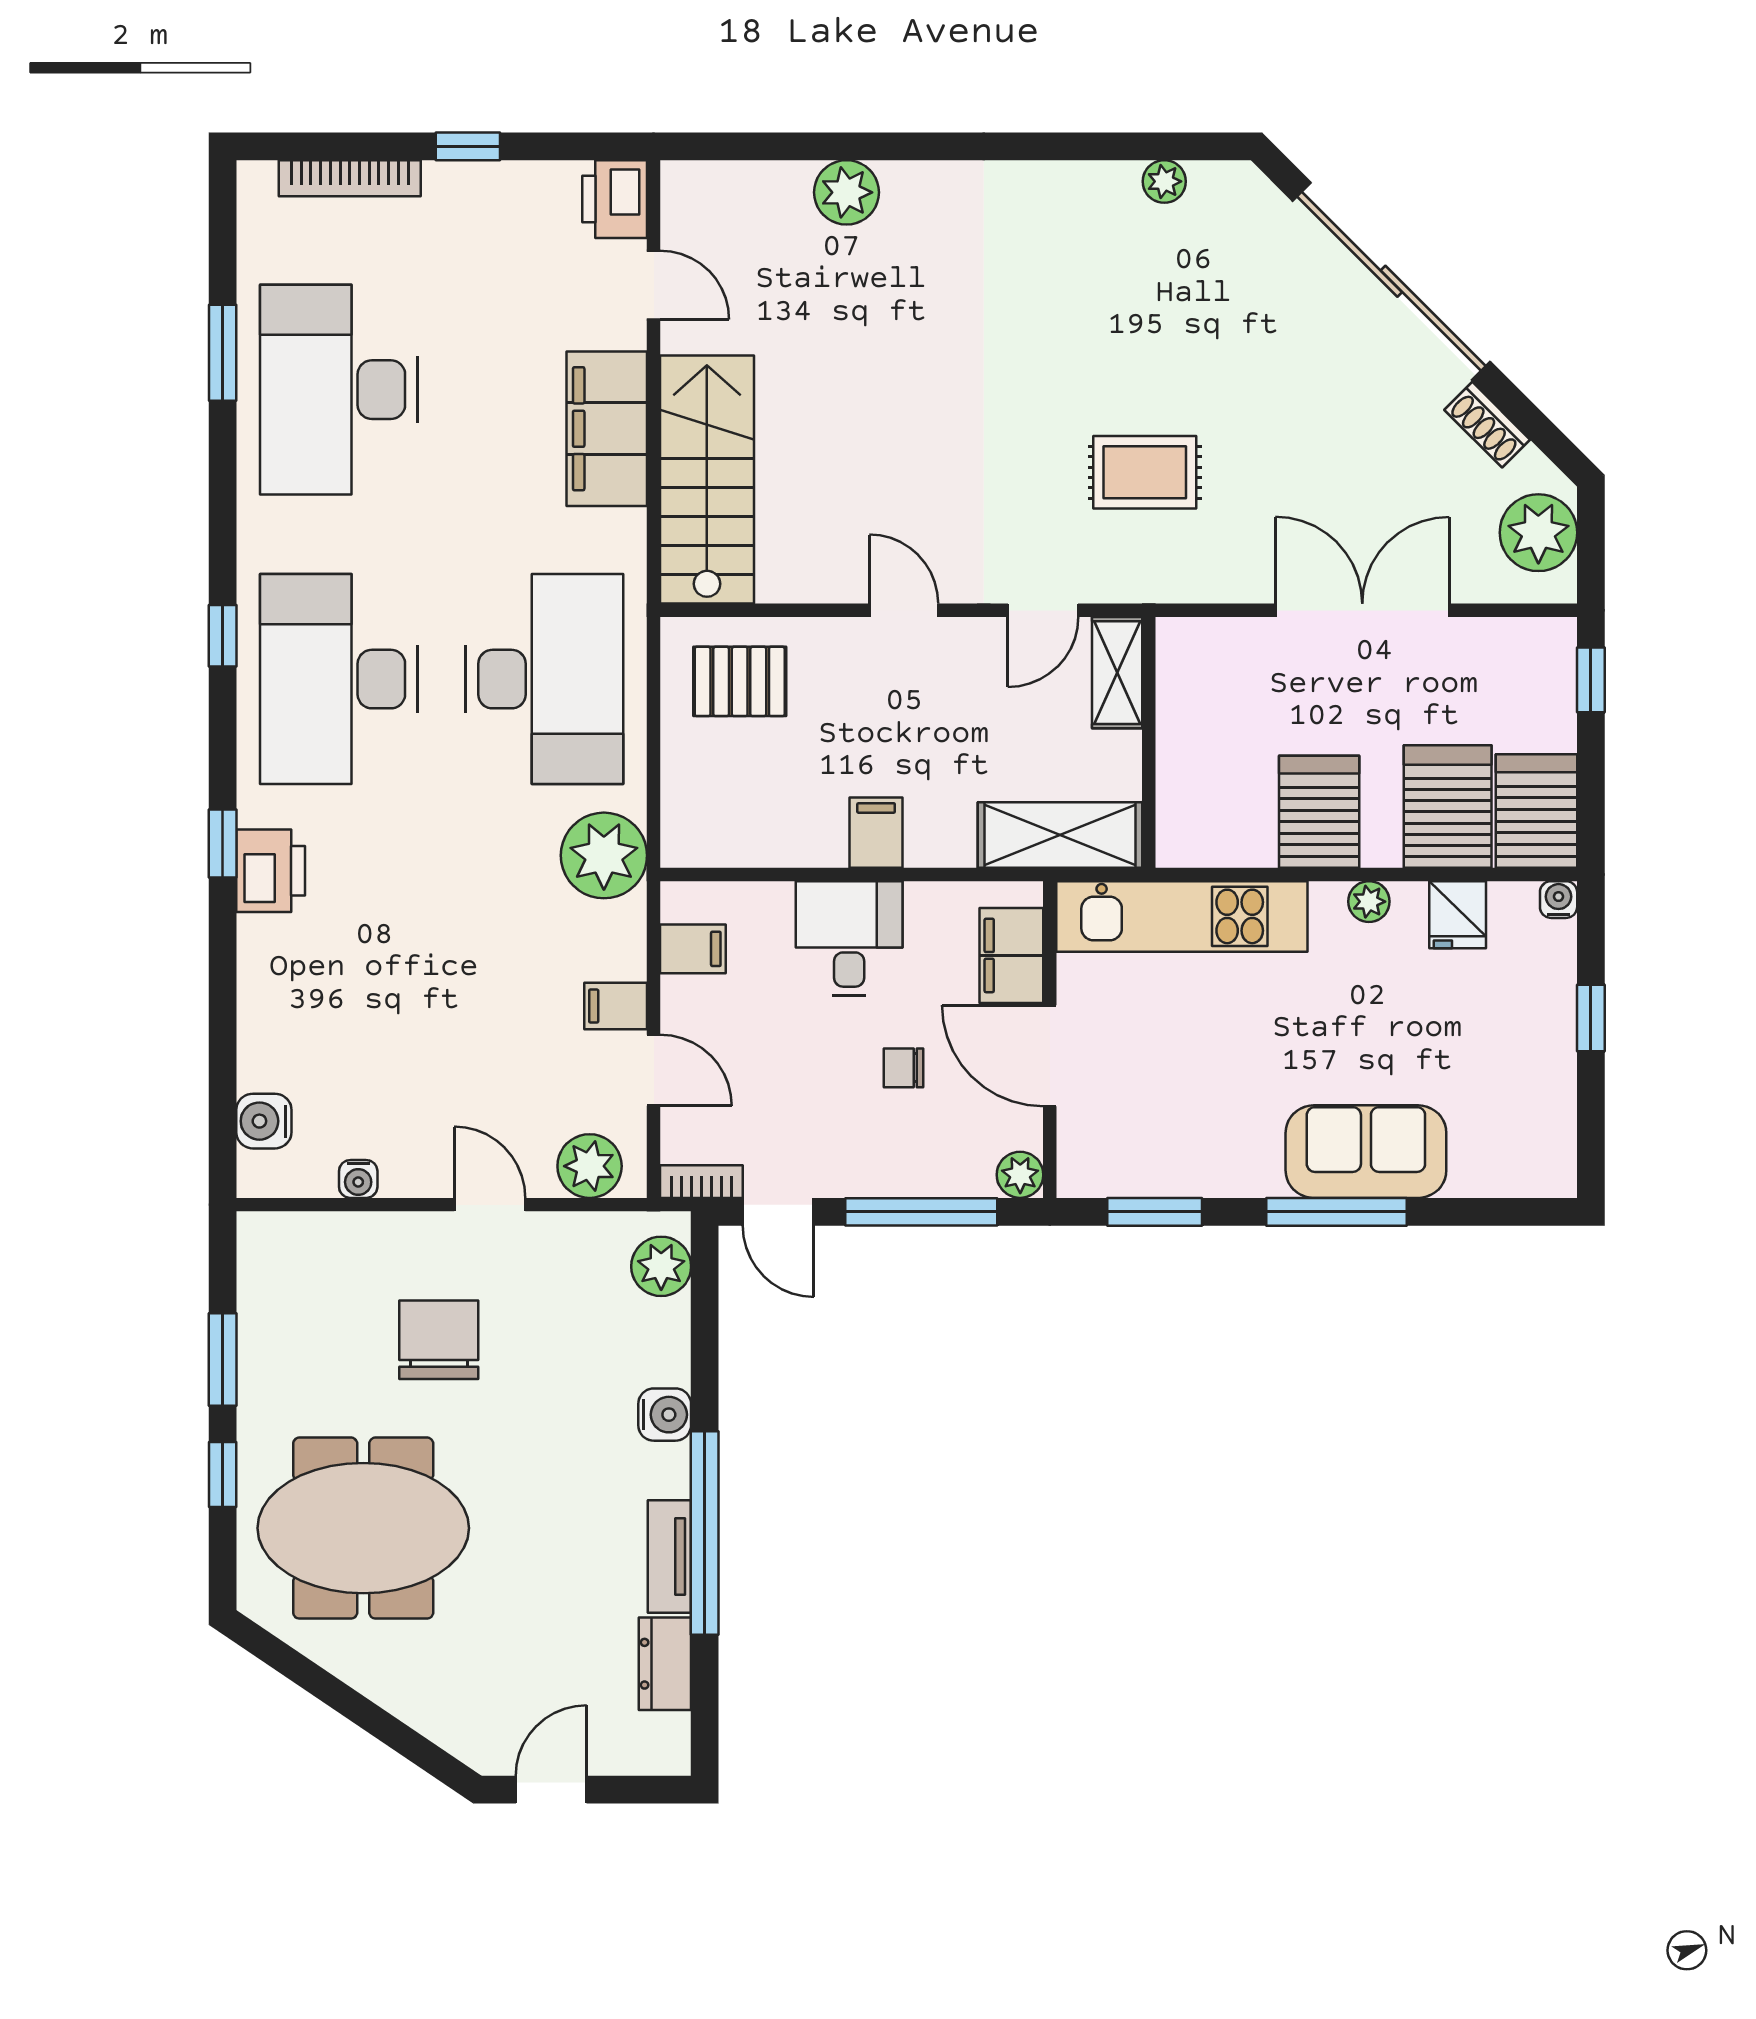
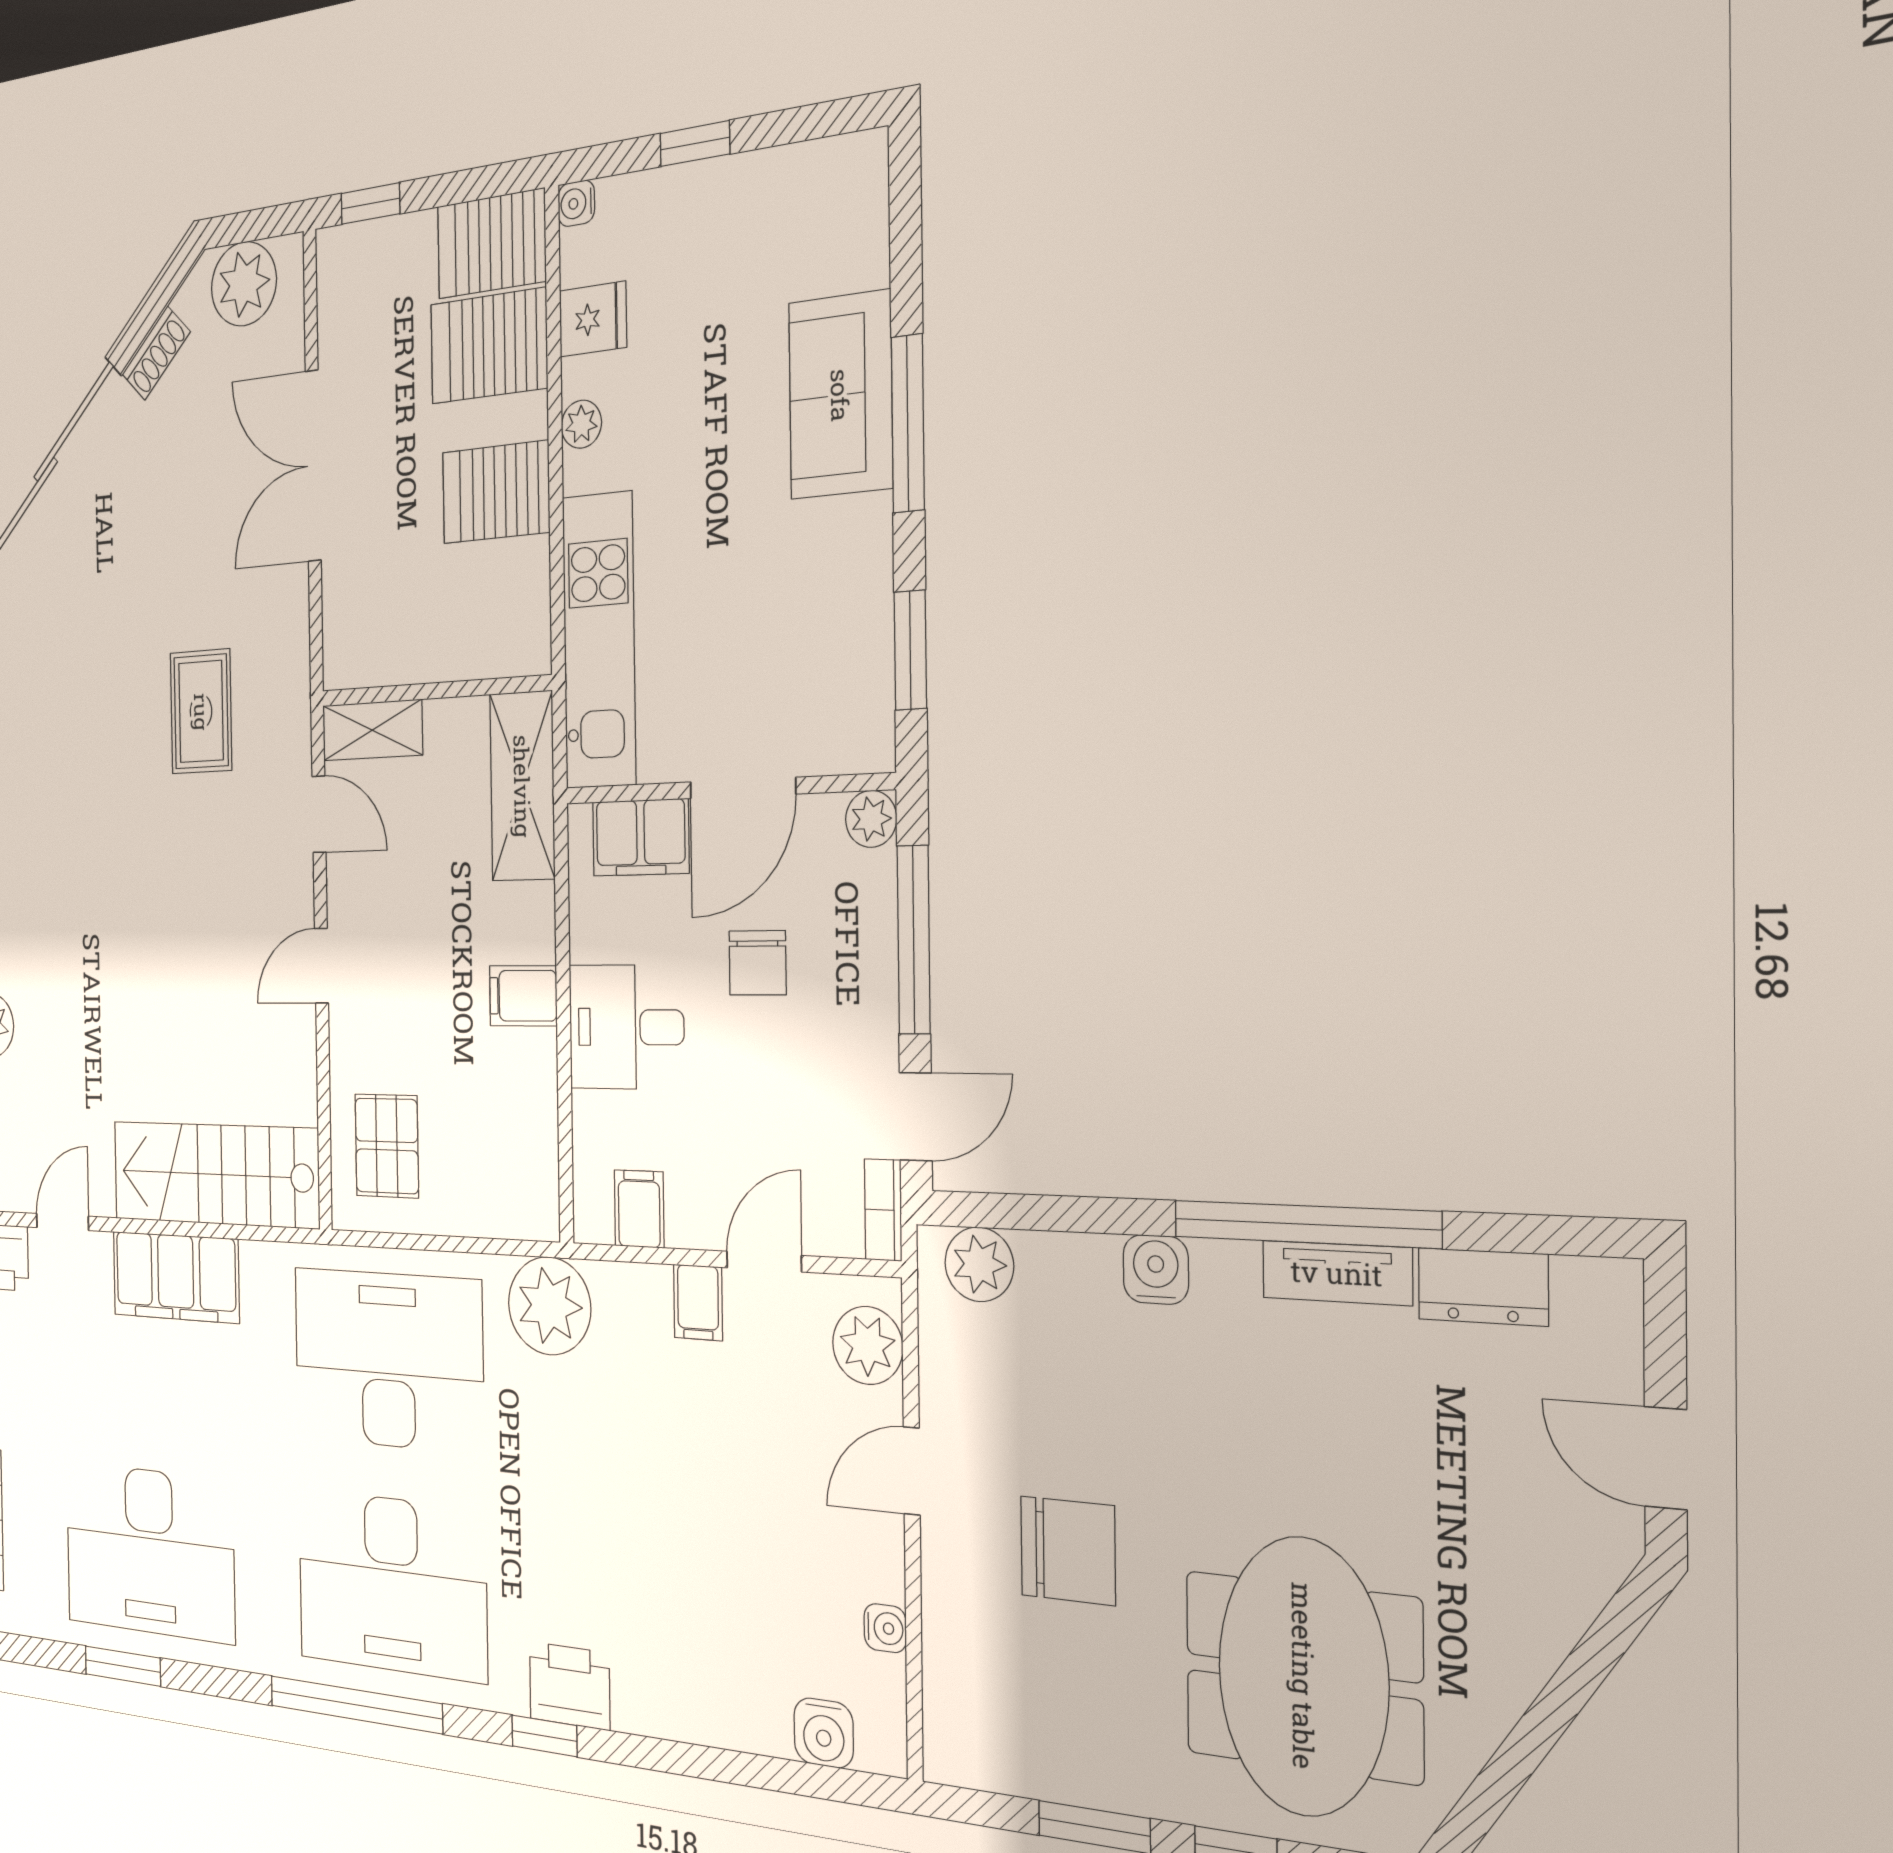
window: (223, 636) -> (356, 1705), width x3.17
chair: (904, 1068) -> (758, 963), width x1.37, depth x1.37
chair: (439, 1340) -> (1068, 1551), turned 180

